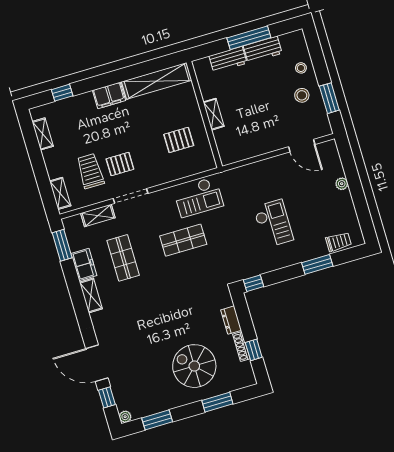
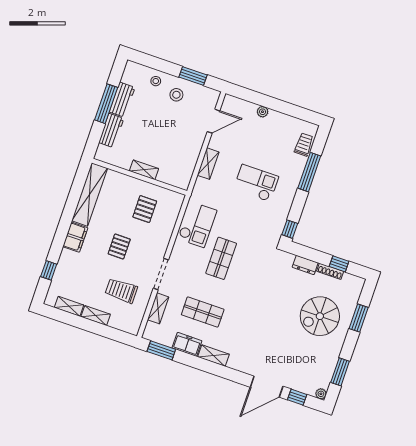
pallet: (120, 164) -> (119, 246), moved
shelving: (260, 168) -> (208, 164), added
shelving: (60, 193) -> (96, 315), moved
window: (317, 264) -> (309, 172), width x1.44

